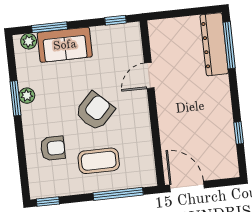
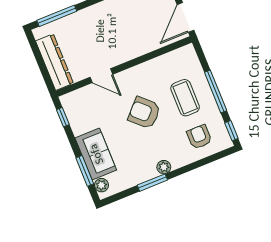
dresser: (214, 44) -> (54, 62), moved, turned -90
plant: (27, 96) -> (164, 167), moved
armchair: (53, 148) -> (199, 137), moved
window: (118, 194) -> (216, 91), moved

